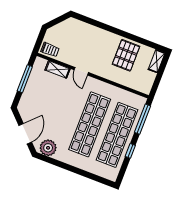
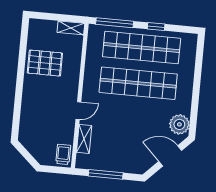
shelving: (157, 61) -> (71, 28), moved

